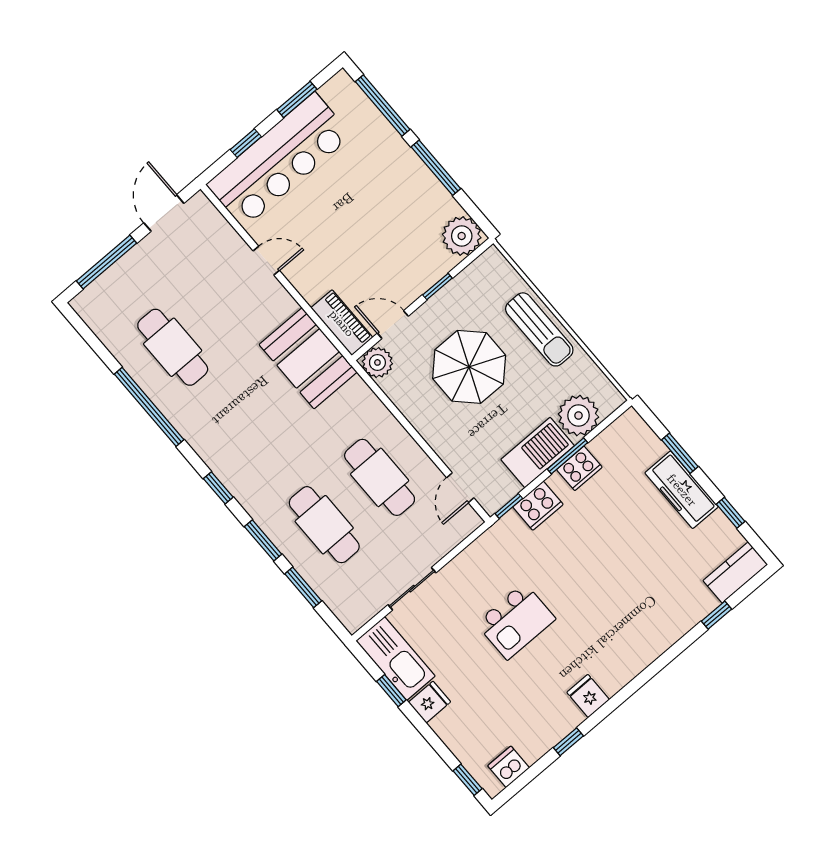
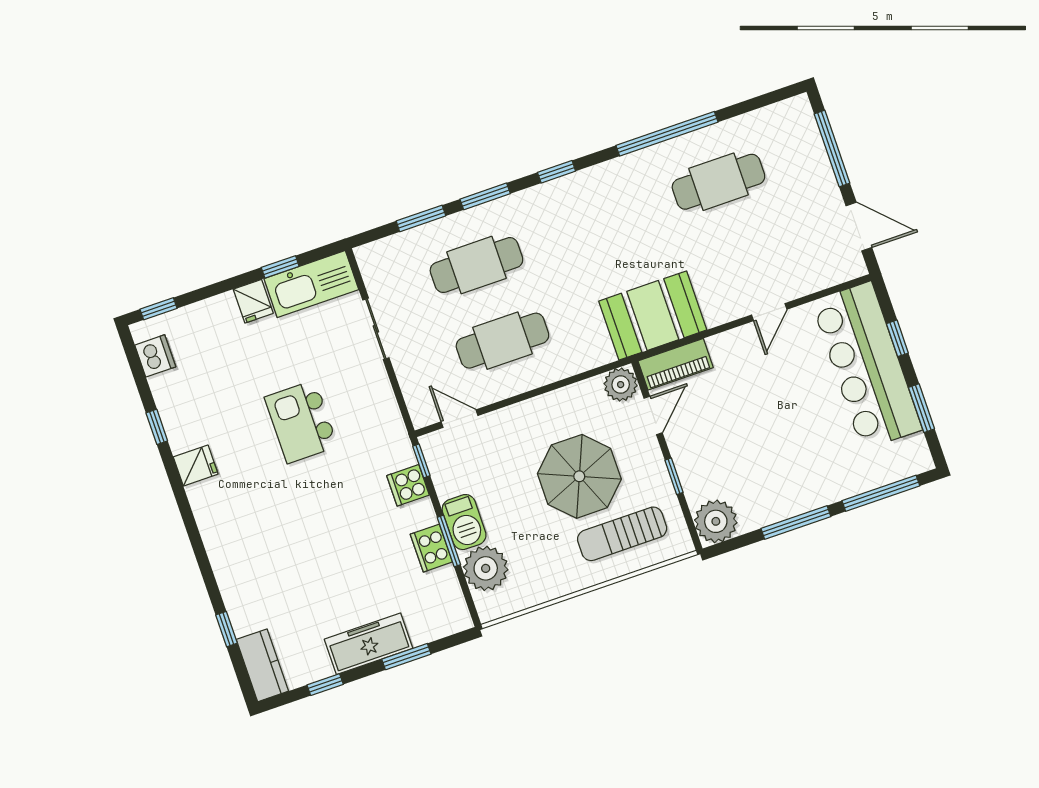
sun lounger: (539, 329) -> (622, 534), moved
barbecue: (538, 453) -> (464, 522), width x0.73, depth x0.83
cooker: (538, 506) -> (408, 485), width x0.73

